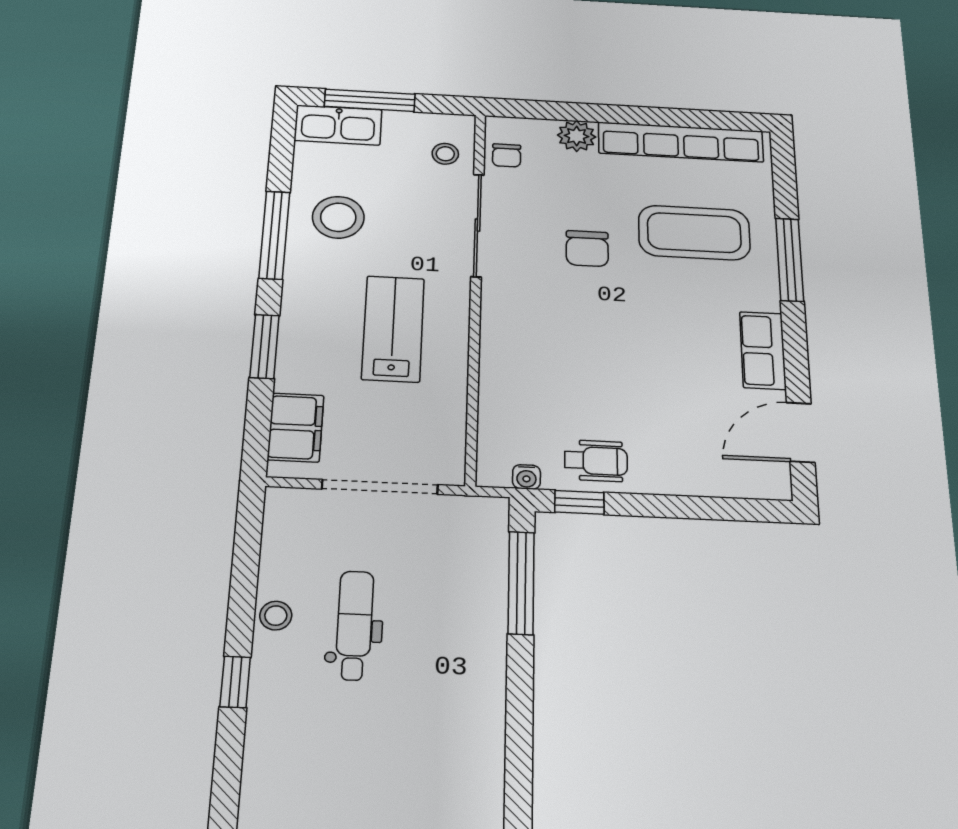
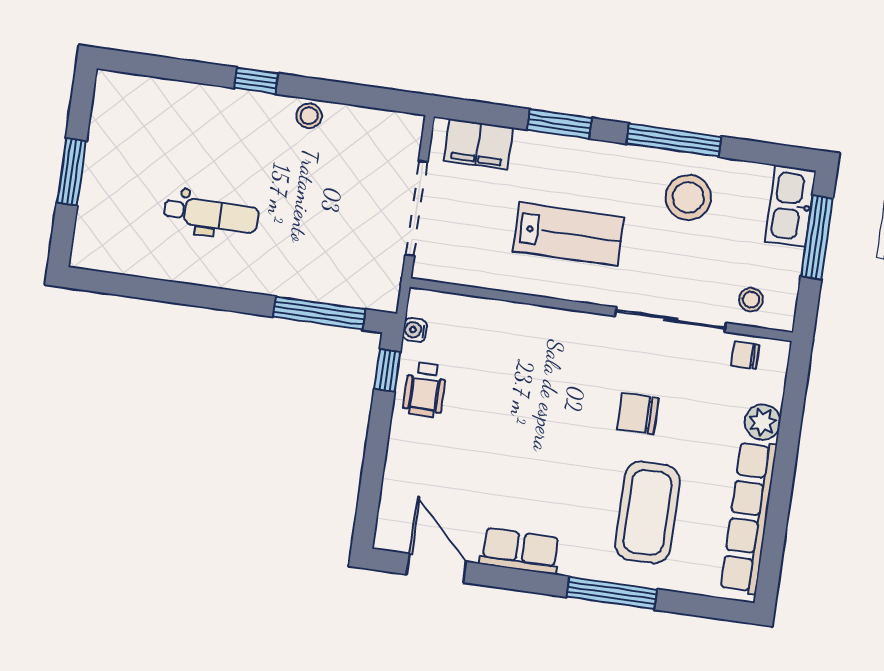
dental chair: (355, 625) -> (211, 214), moved

